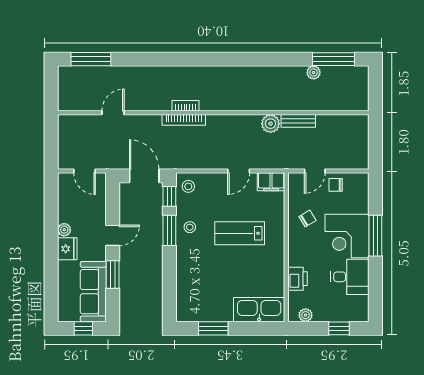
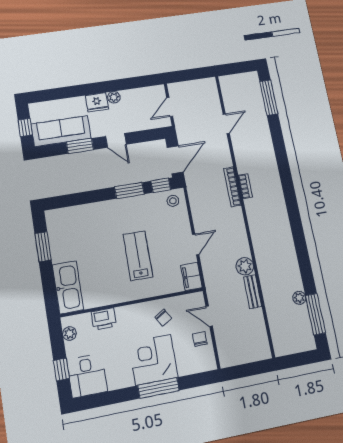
door: (113, 113) -> (226, 124), hinge flipped
door: (239, 171) -> (196, 244), swing flipped
stool: (190, 227) -> (136, 208), removed
desk: (350, 277) -> (87, 376), moved

